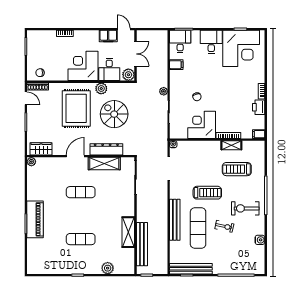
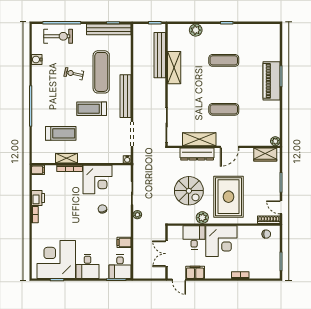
plant: (128, 75) -> (174, 232), removed
exercise bike: (245, 208) -> (58, 36), moved
bench: (175, 220) -> (126, 96), moved

